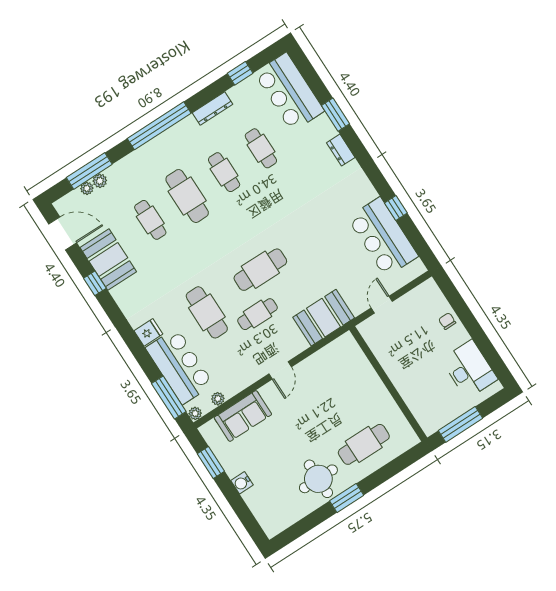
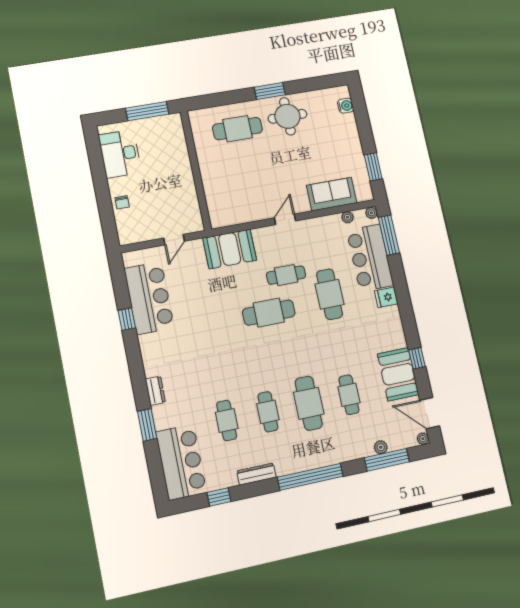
plant: (87, 188) -> (423, 439), moved
water cooler: (242, 483) -> (346, 106), moved

